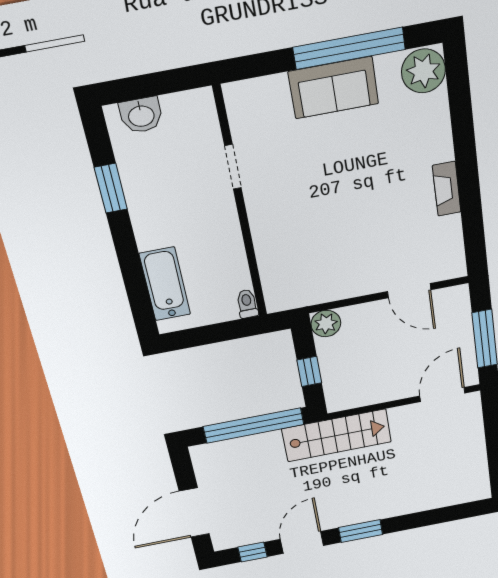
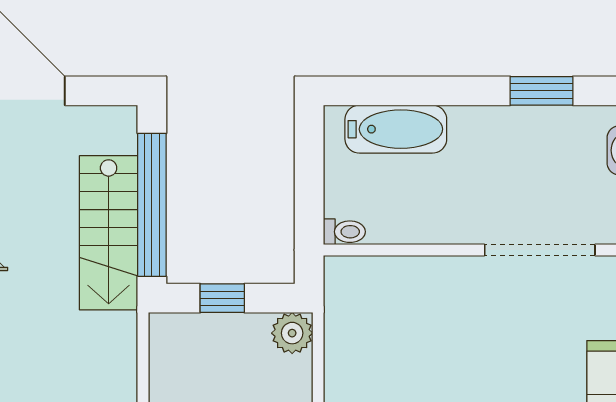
doorway: (233, 167) -> (540, 250), width x1.88
stairs: (337, 435) -> (109, 233), moved

